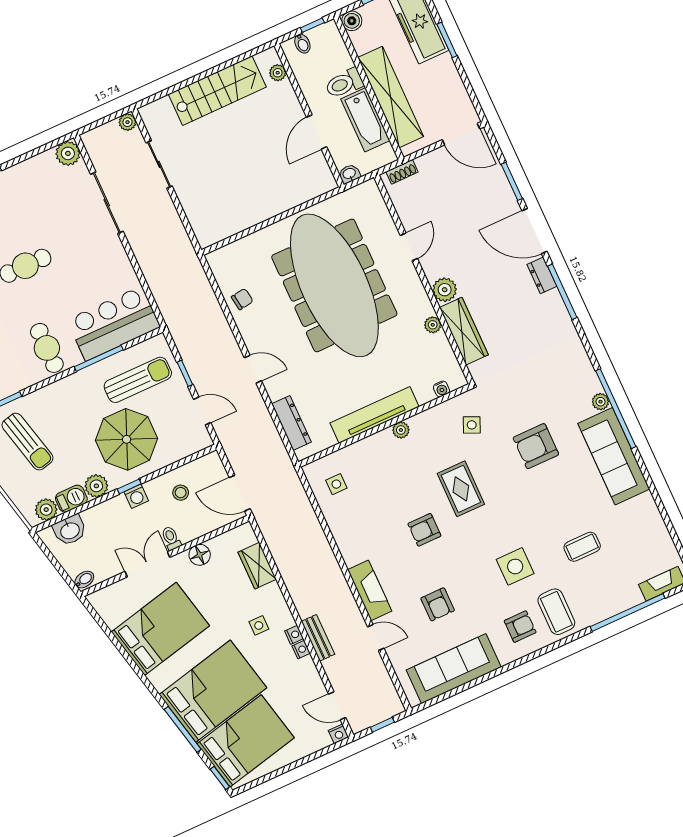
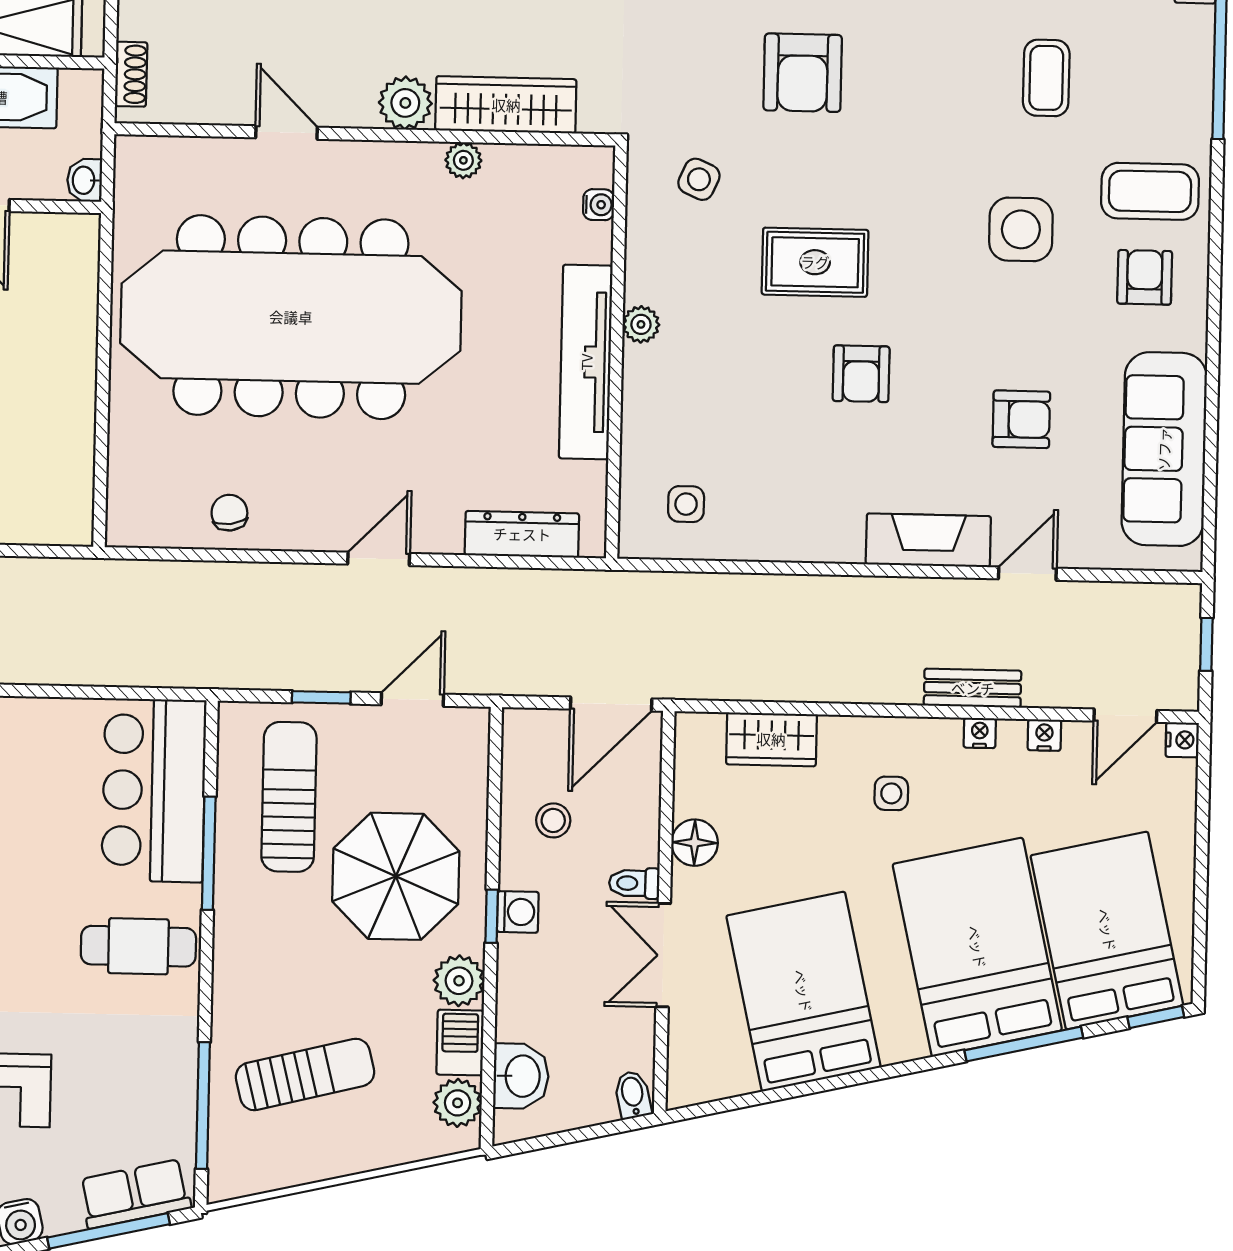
nightstand: (294, 635) -> (1044, 735), moved

